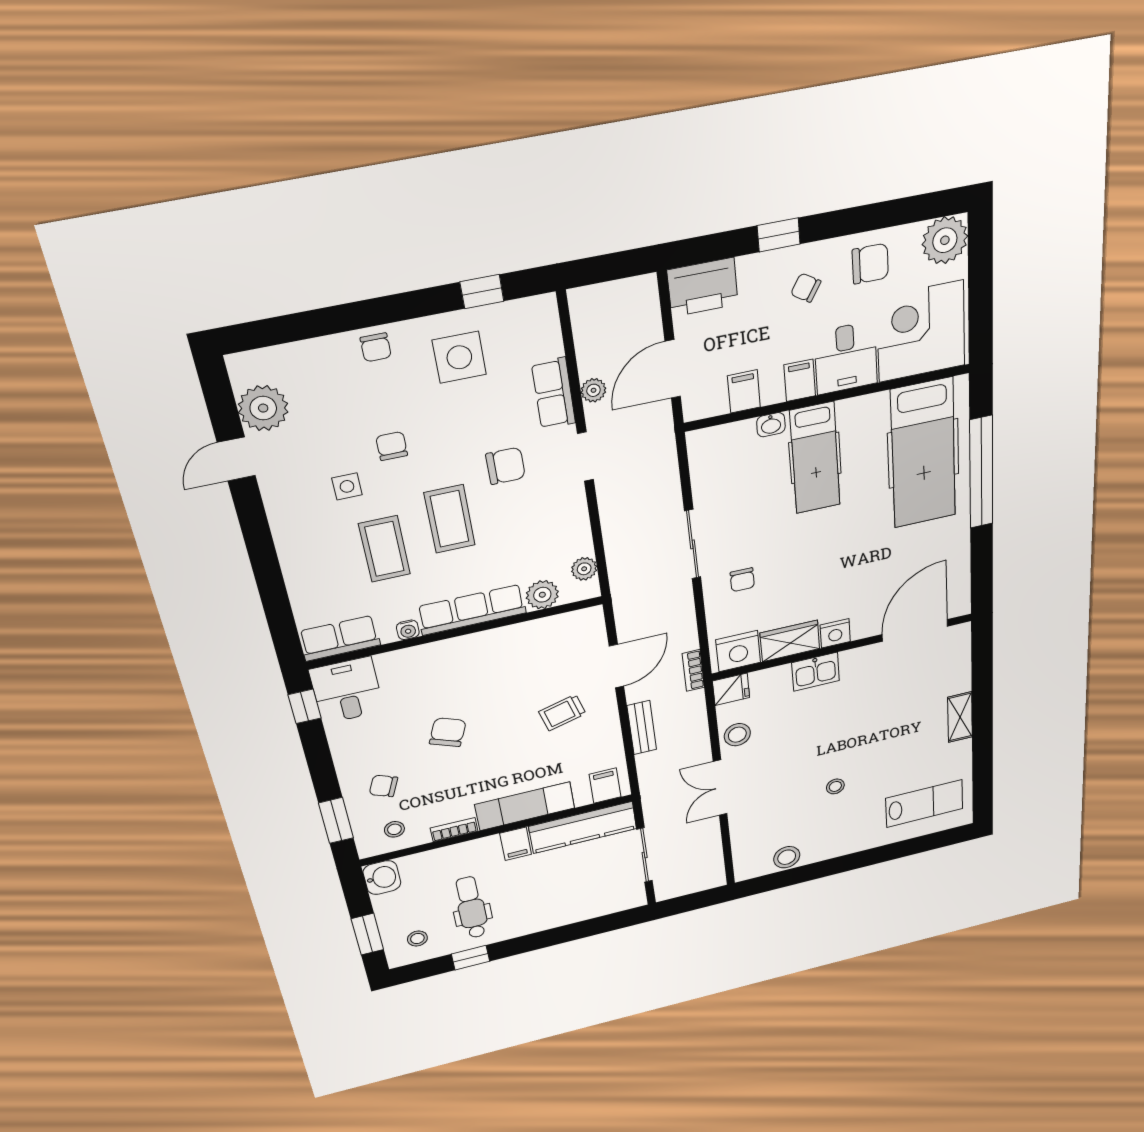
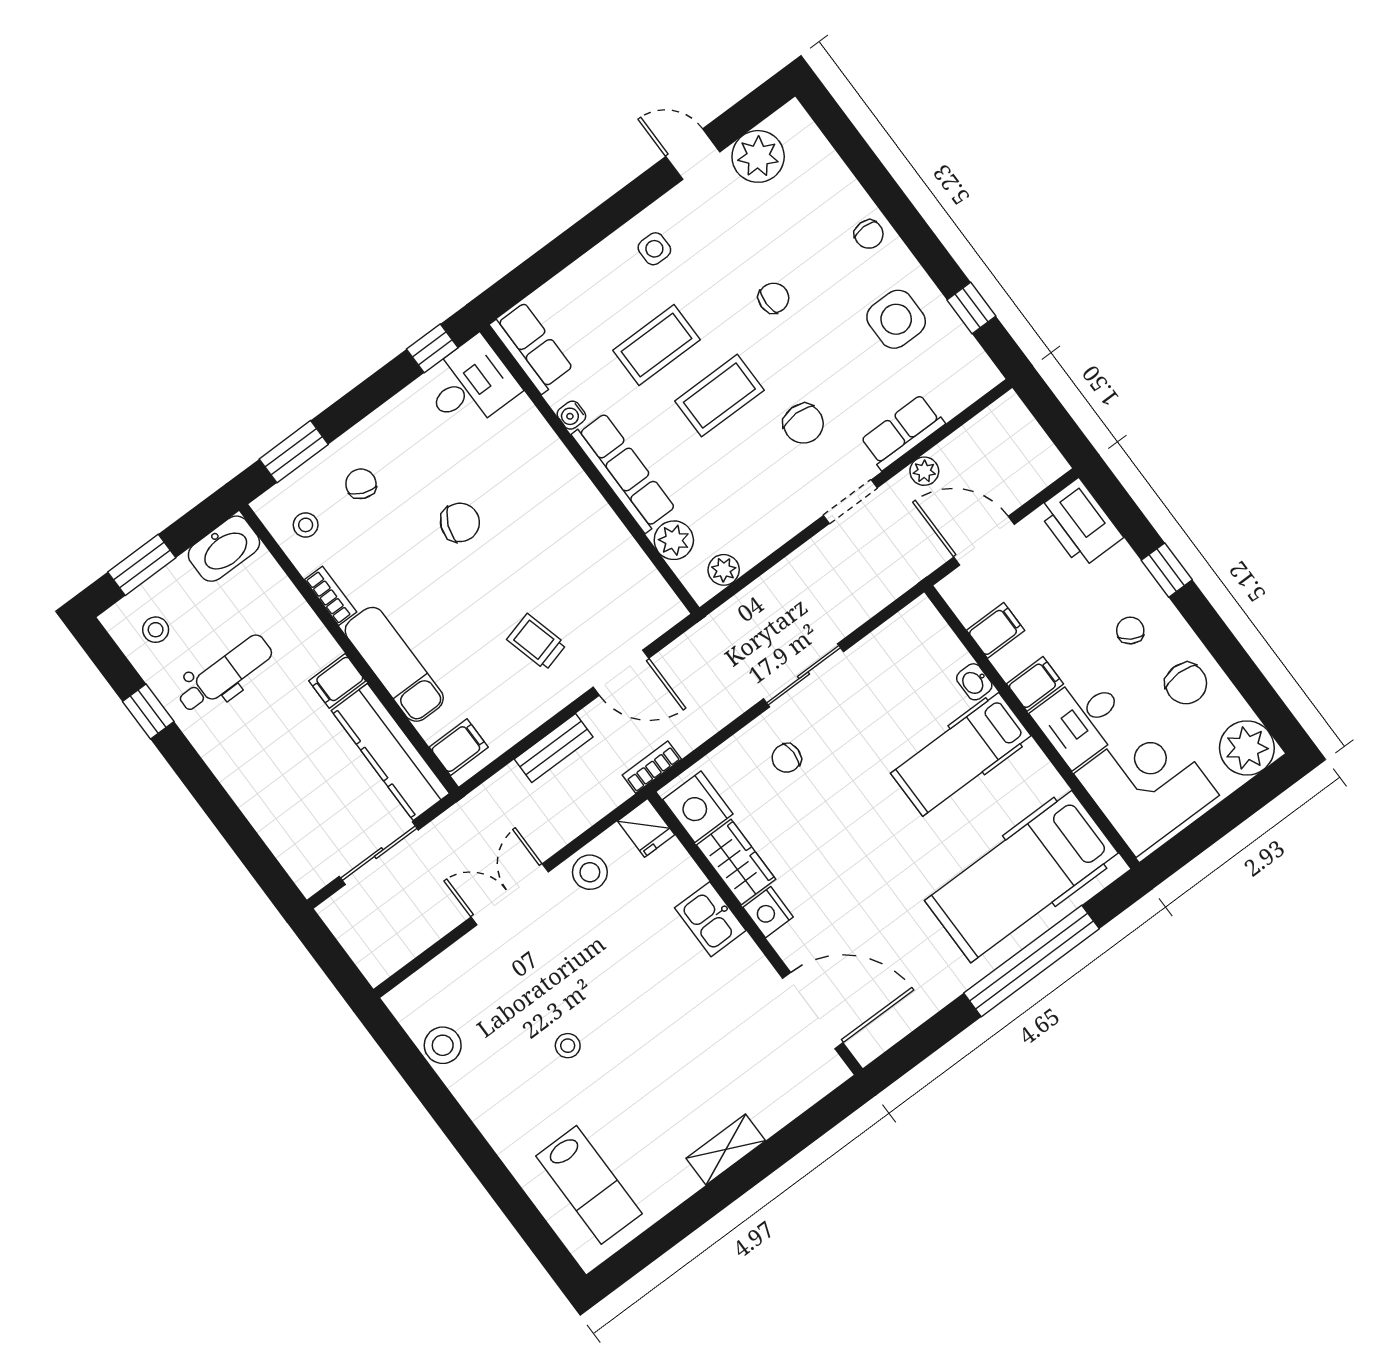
chair: (376, 347) -> (869, 234), turned -90
side table: (347, 486) -> (654, 249), moved
washbasin: (382, 878) -> (224, 549), width x1.38

